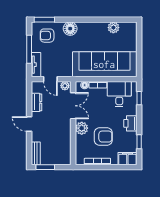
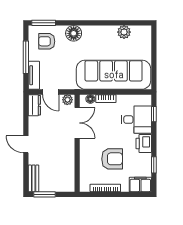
desk: (119, 94) -> (136, 120), moved, turned 90
dresser: (37, 102) -> (34, 105), moved
plant: (82, 128) -> (87, 149), removed

